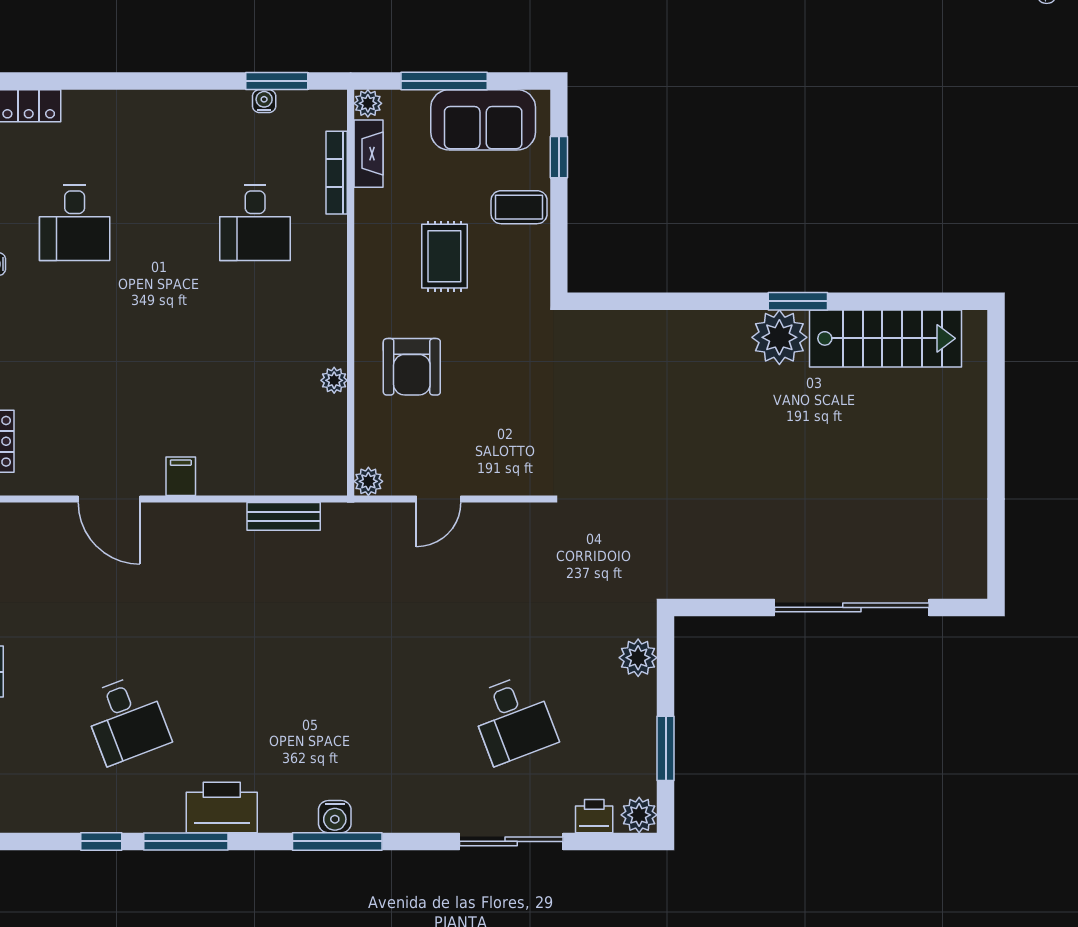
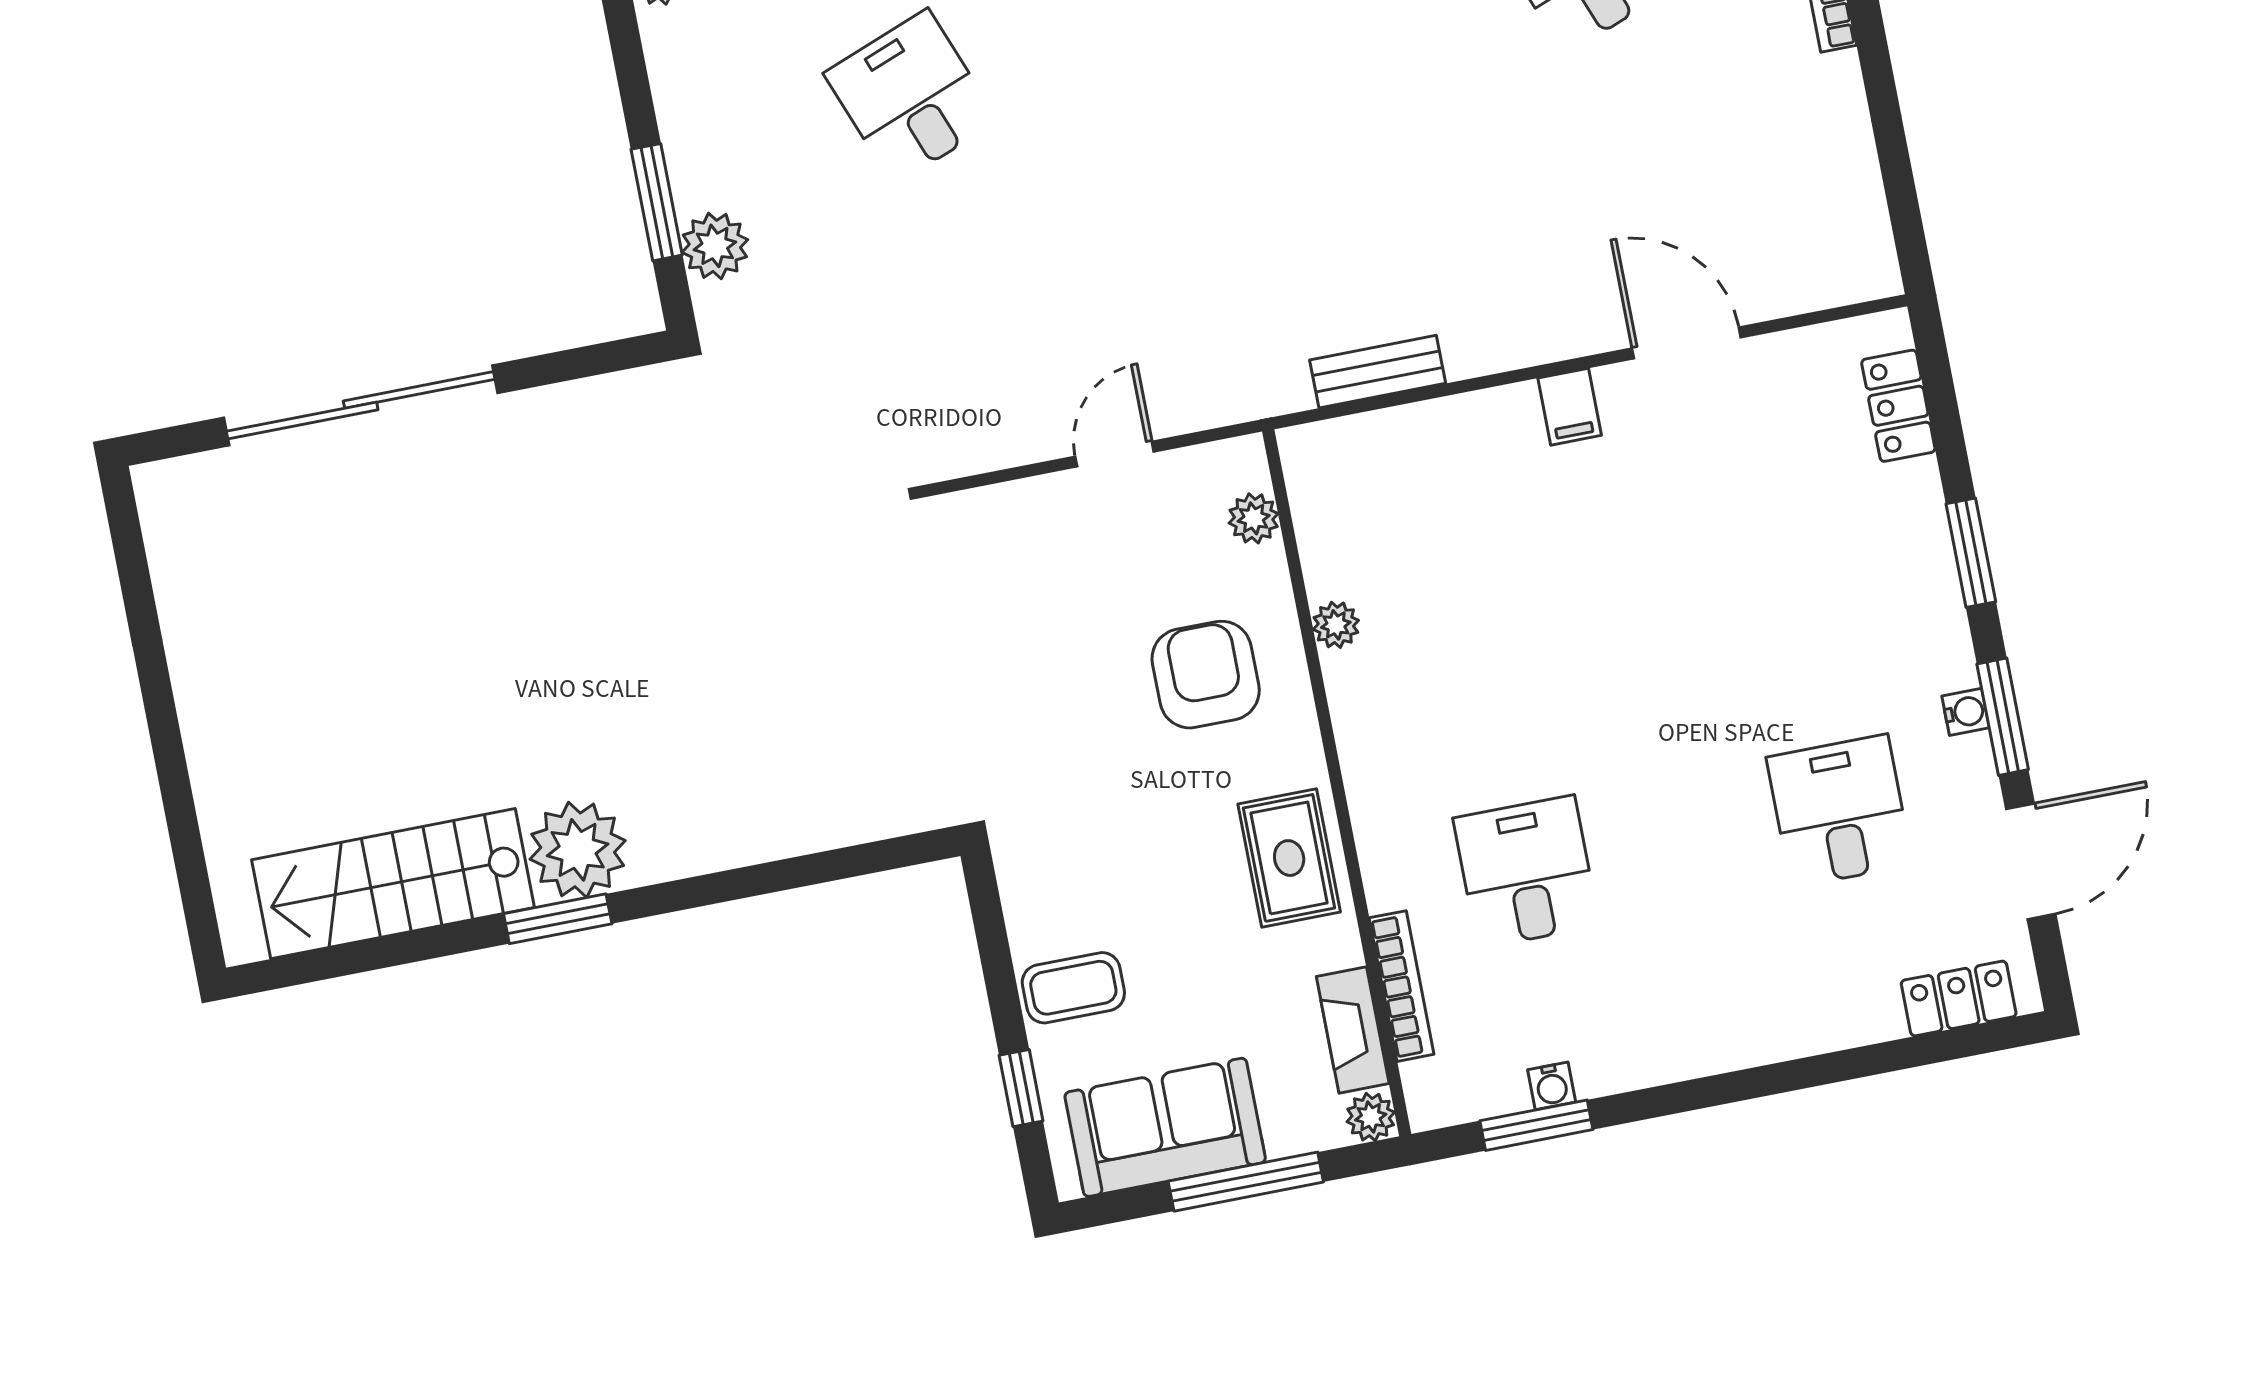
rug: (444, 256) -> (1289, 858), moved
plant: (368, 481) -> (1254, 518), moved
window: (666, 748) -> (657, 202), moved

